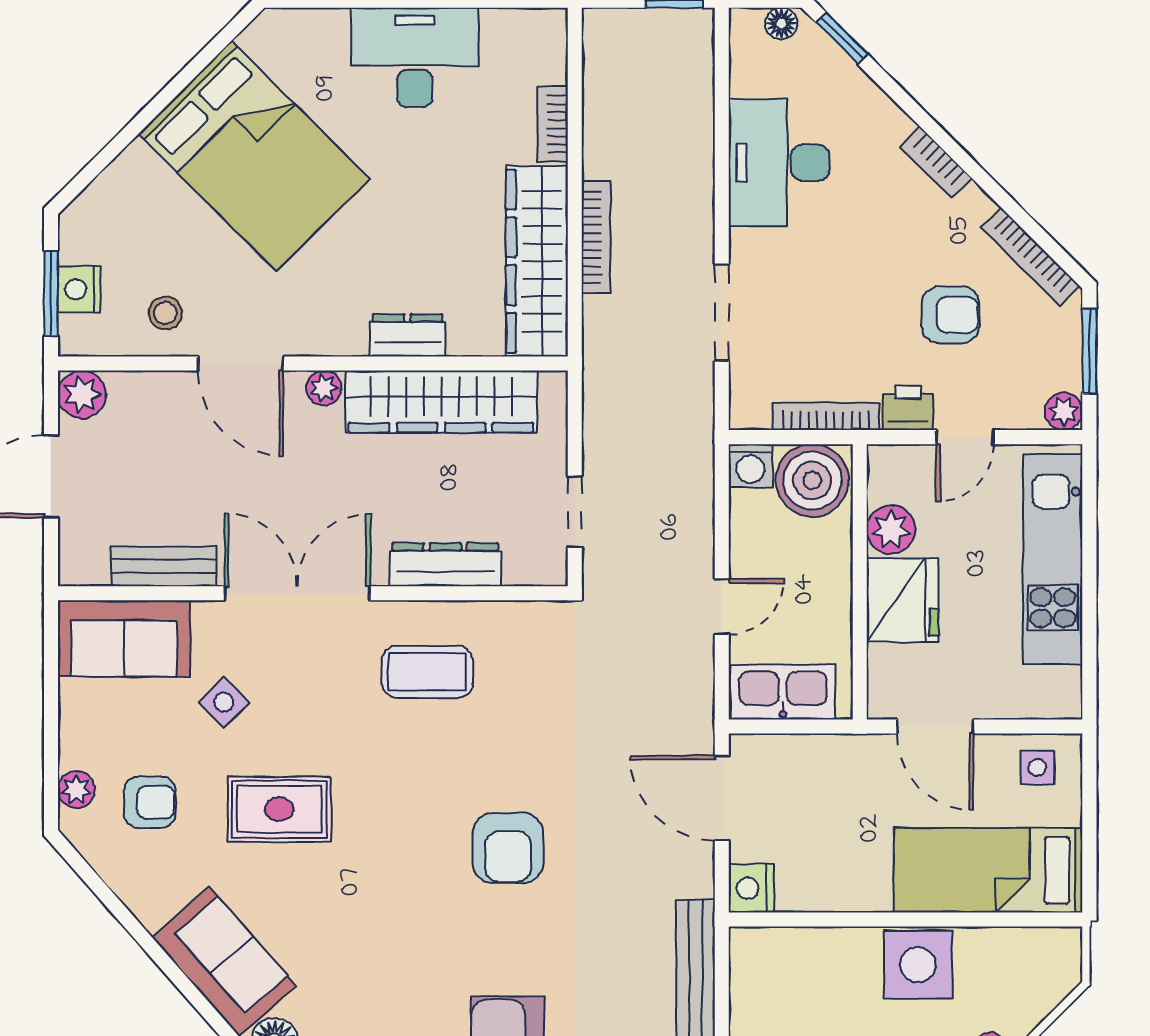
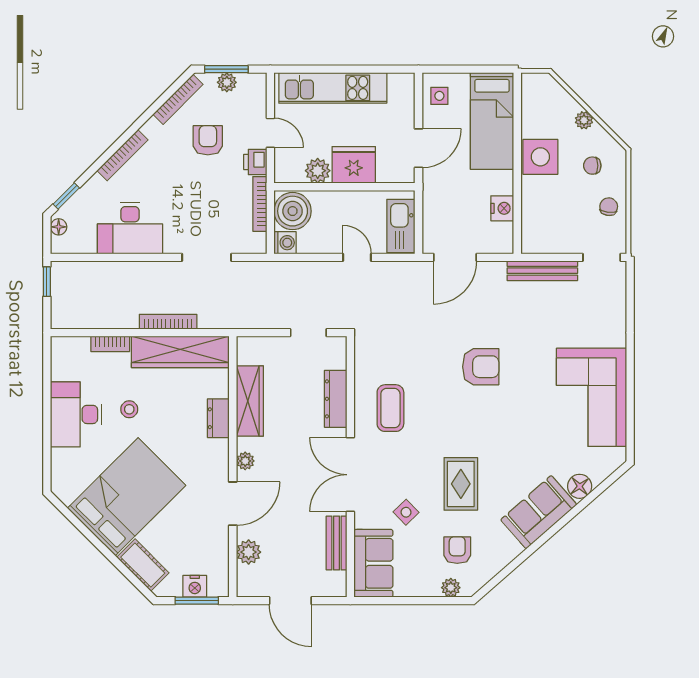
bookcase: (936, 163) -> (122, 155), width x1.56
cot: (120, 188) -> (143, 565), added
stool: (165, 313) -> (129, 409), moved
plant: (82, 394) -> (249, 552), moved
wardrobe: (441, 402) -> (250, 401), width x0.71, depth x0.85
plant: (1064, 411) -> (227, 82), moved
nightstand: (751, 888) -> (502, 208), moved, turned -90

